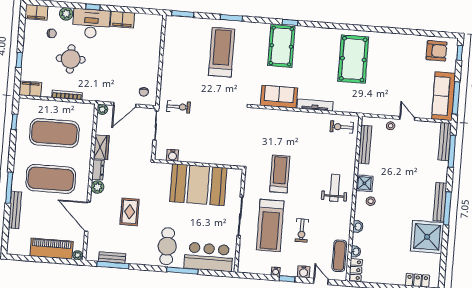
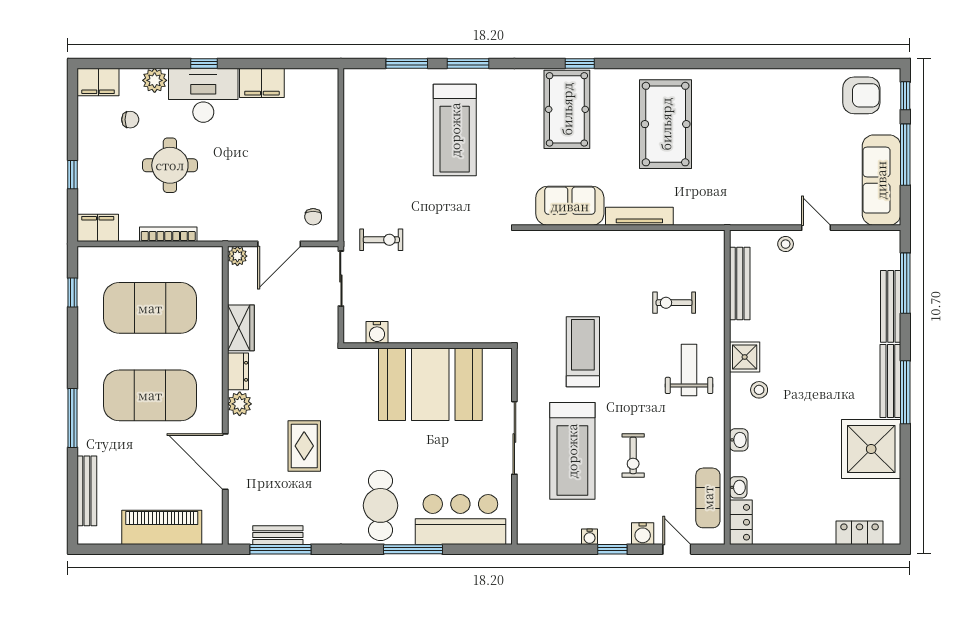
window: (183, 14) -> (407, 63), moved
treadmill: (222, 52) -> (455, 130), turned 180
pool table: (353, 59) -> (666, 124), moved
window: (456, 98) -> (905, 155), moved
exercise bike: (342, 127) -> (674, 303), moved
bench: (445, 142) -> (891, 306), moved
bench: (15, 210) -> (87, 491), moved
plant: (78, 255) -> (212, 536), removed

